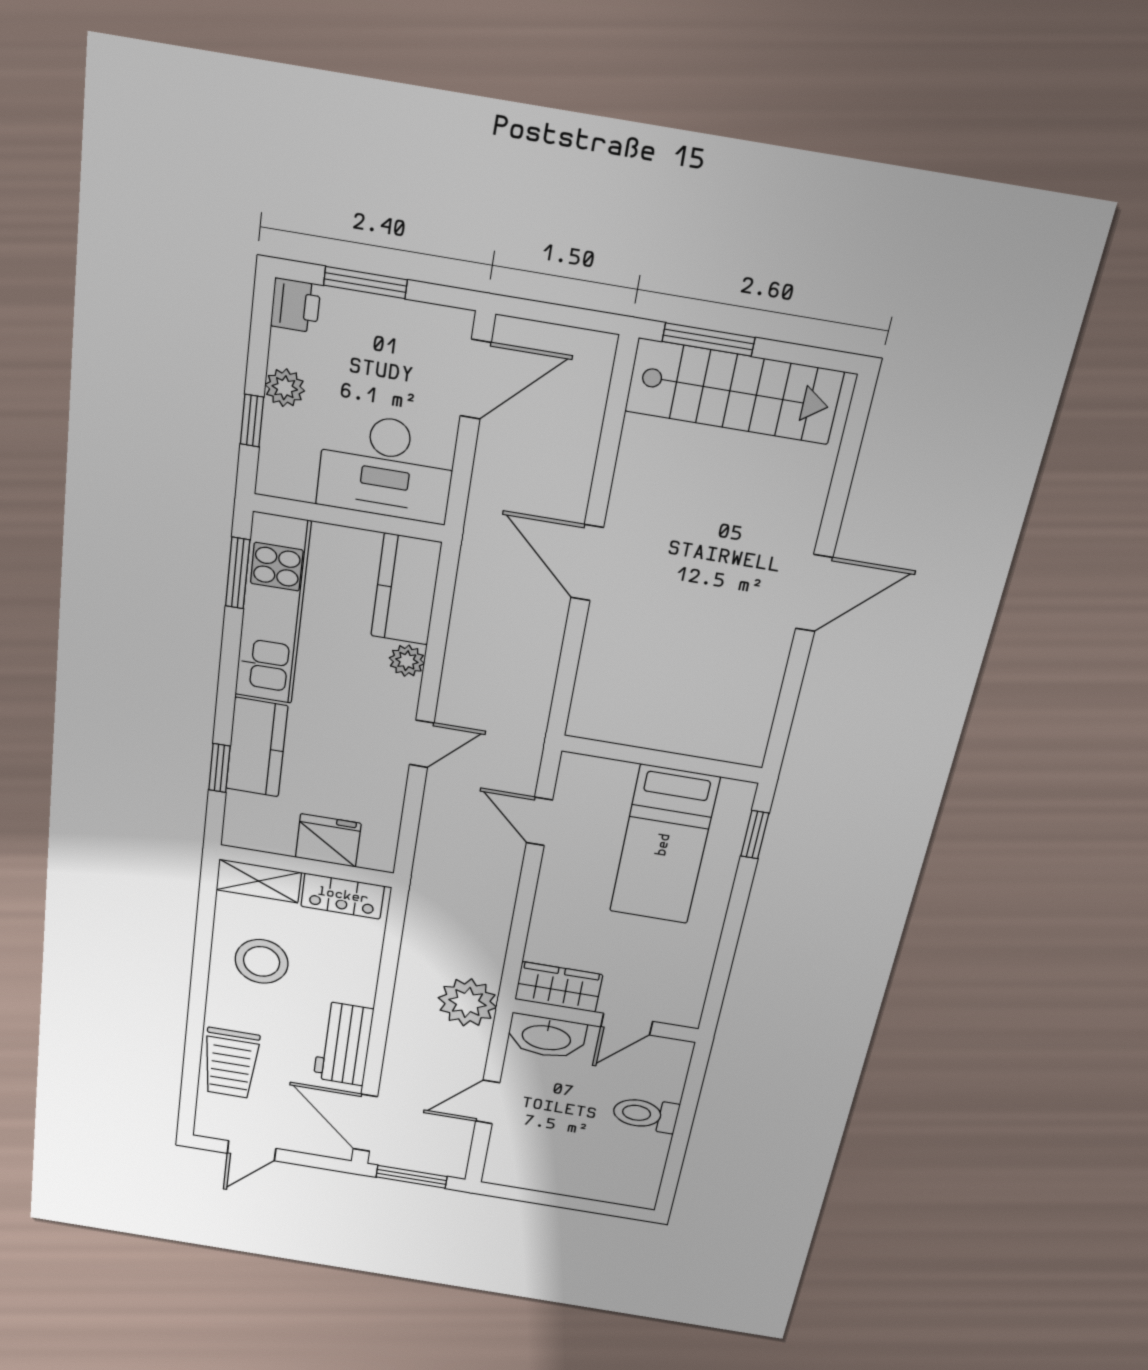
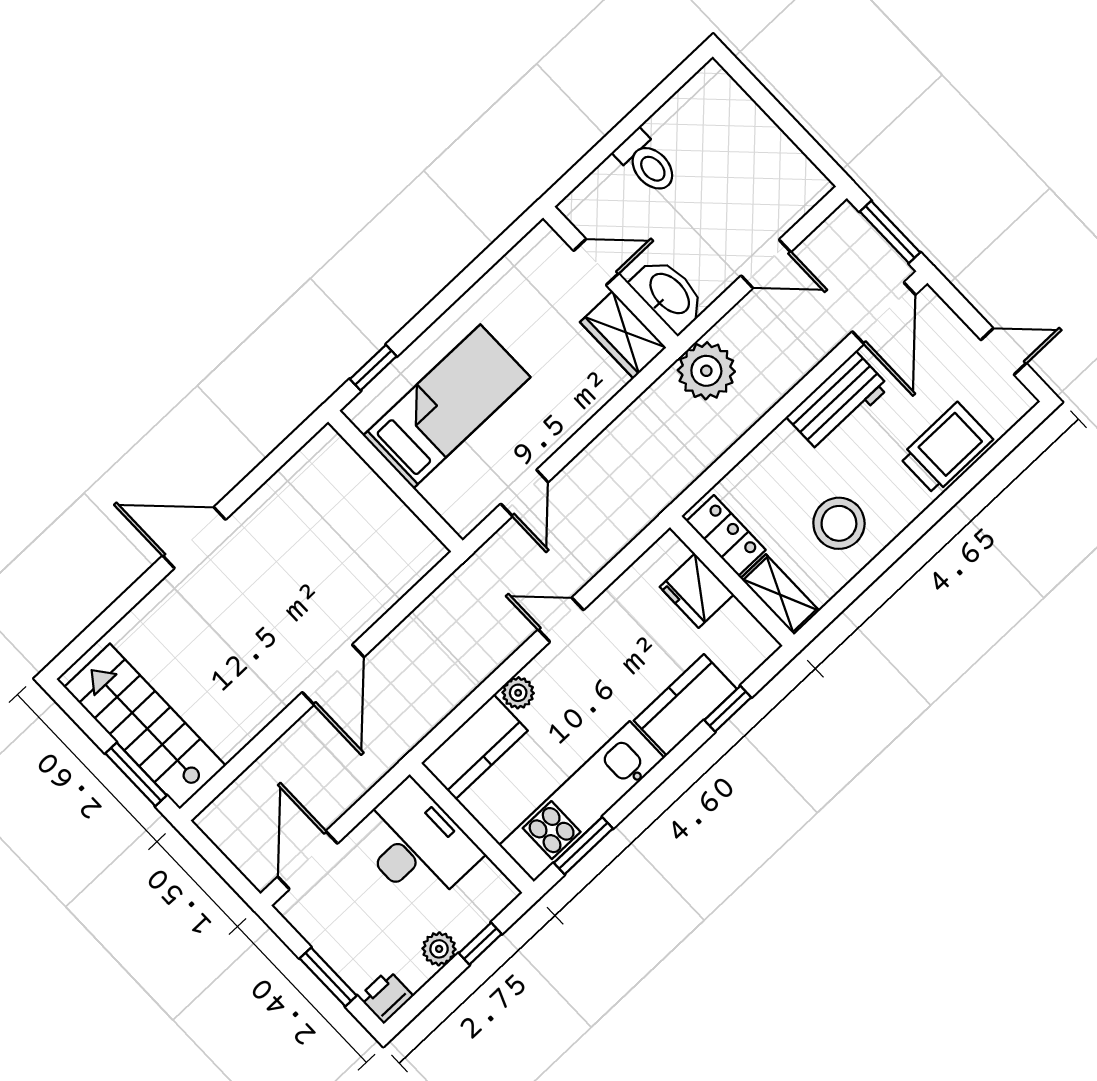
door: (476, 379) -> (308, 860), hinge flipped

